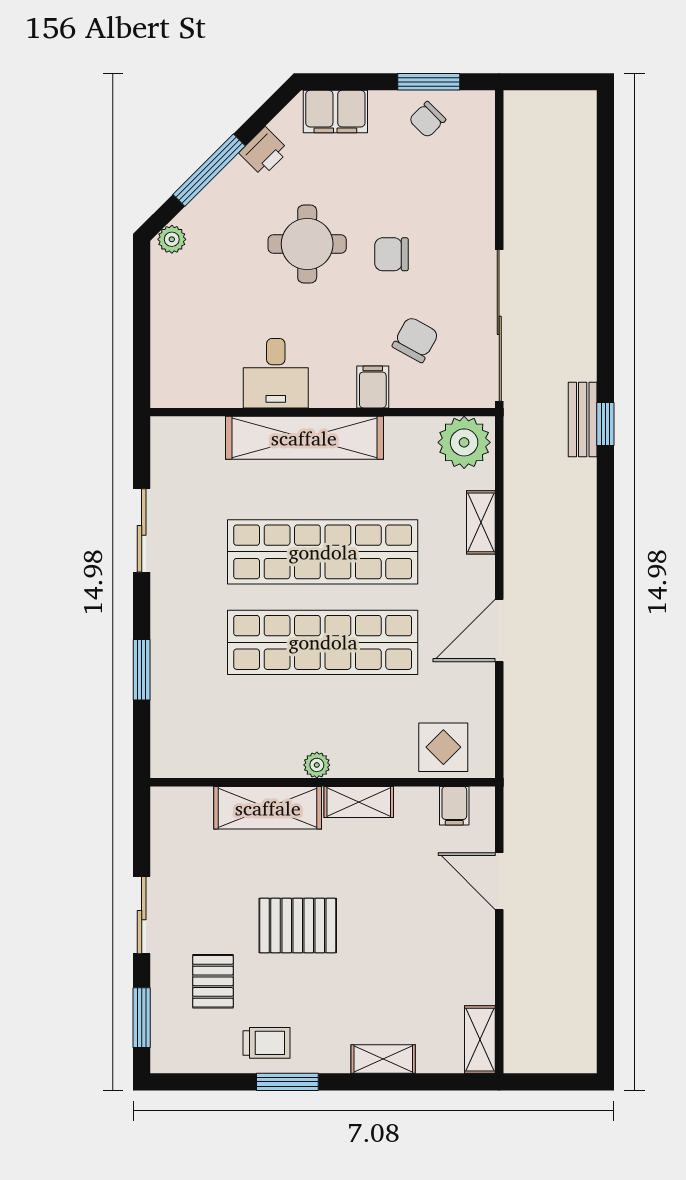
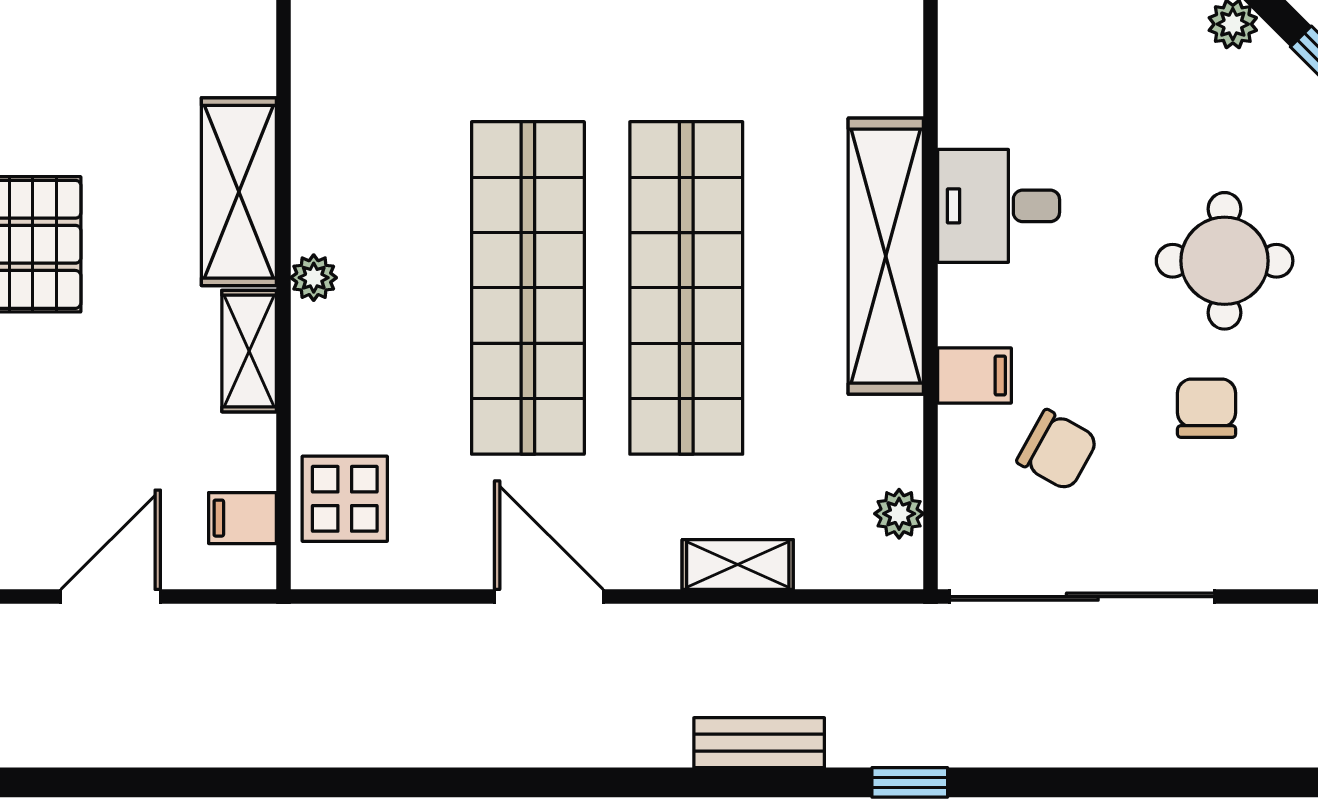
bench: (583, 419) -> (759, 743), moved
plant: (464, 442) -> (899, 514), width x0.53, depth x0.53

